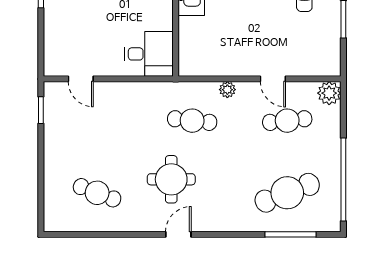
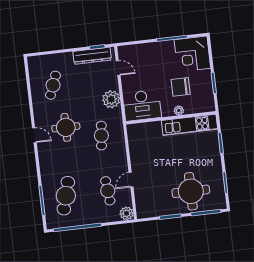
desk: (149, 54) -> (142, 105), width x1.37
door: (81, 79) -> (118, 68), swing flipped
plant: (227, 90) -> (111, 99), moved, width x1.88, depth x1.88
dresser: (55, 121) -> (92, 56), added
cafe table: (287, 193) -> (66, 196), turned 36

